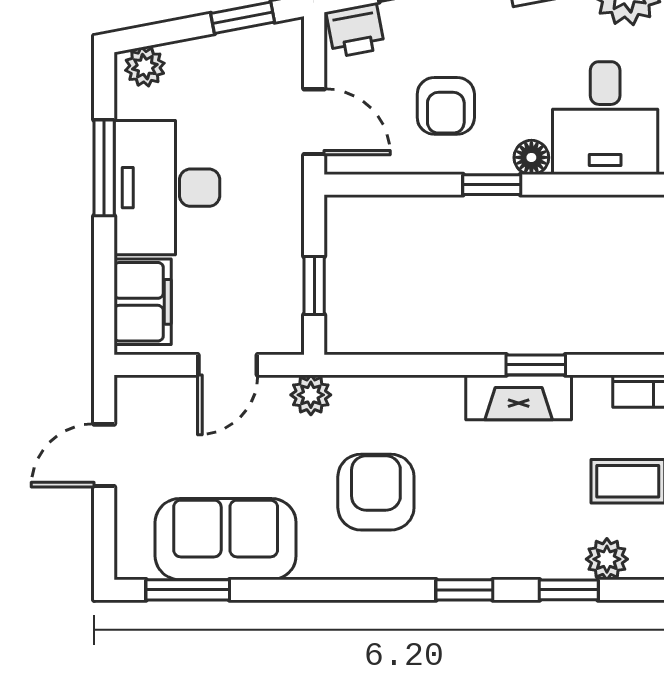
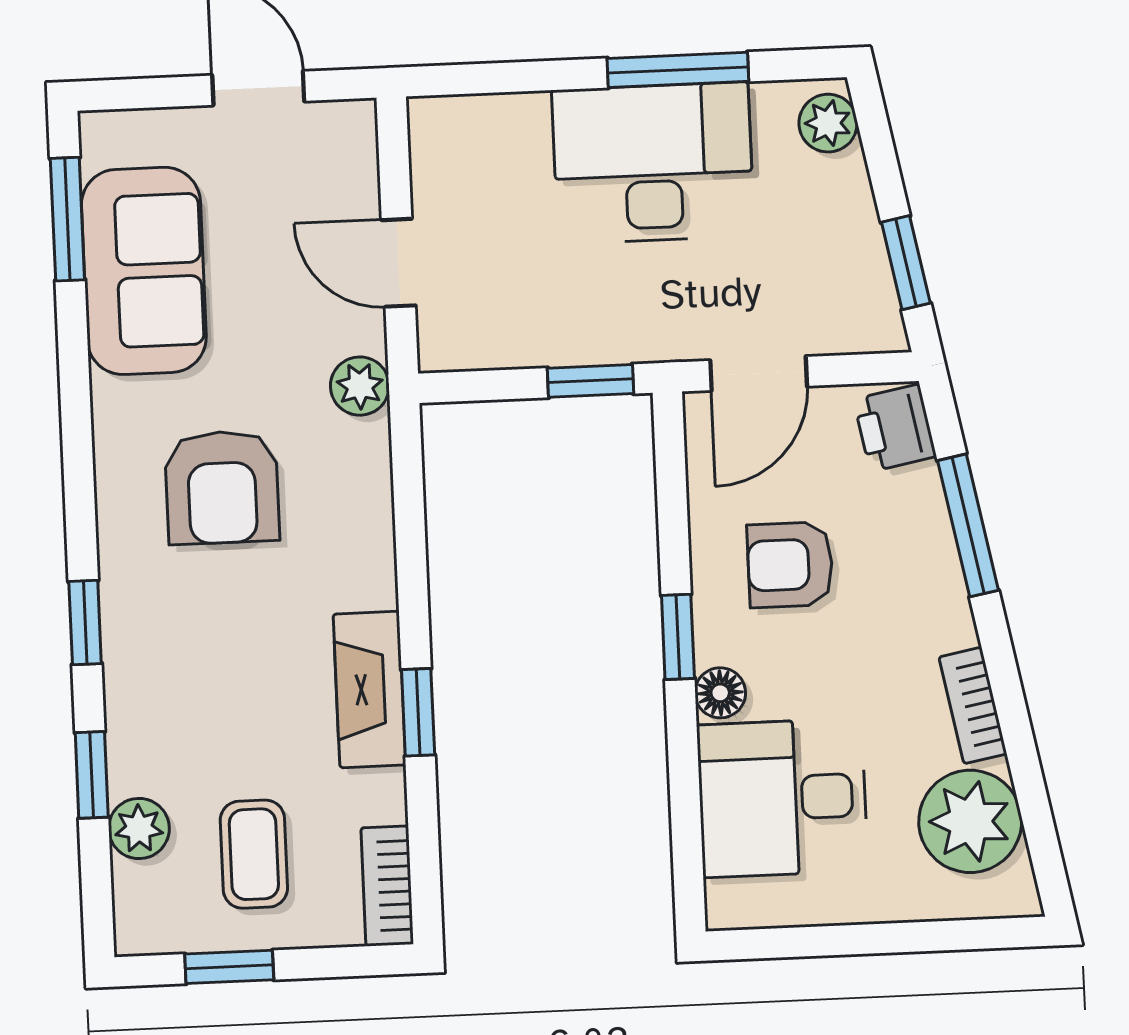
window: (314, 286) -> (590, 381), moved
filing cabinet: (143, 302) -> (485, 135), removed
armchair: (376, 492) -> (222, 487), turned 90

